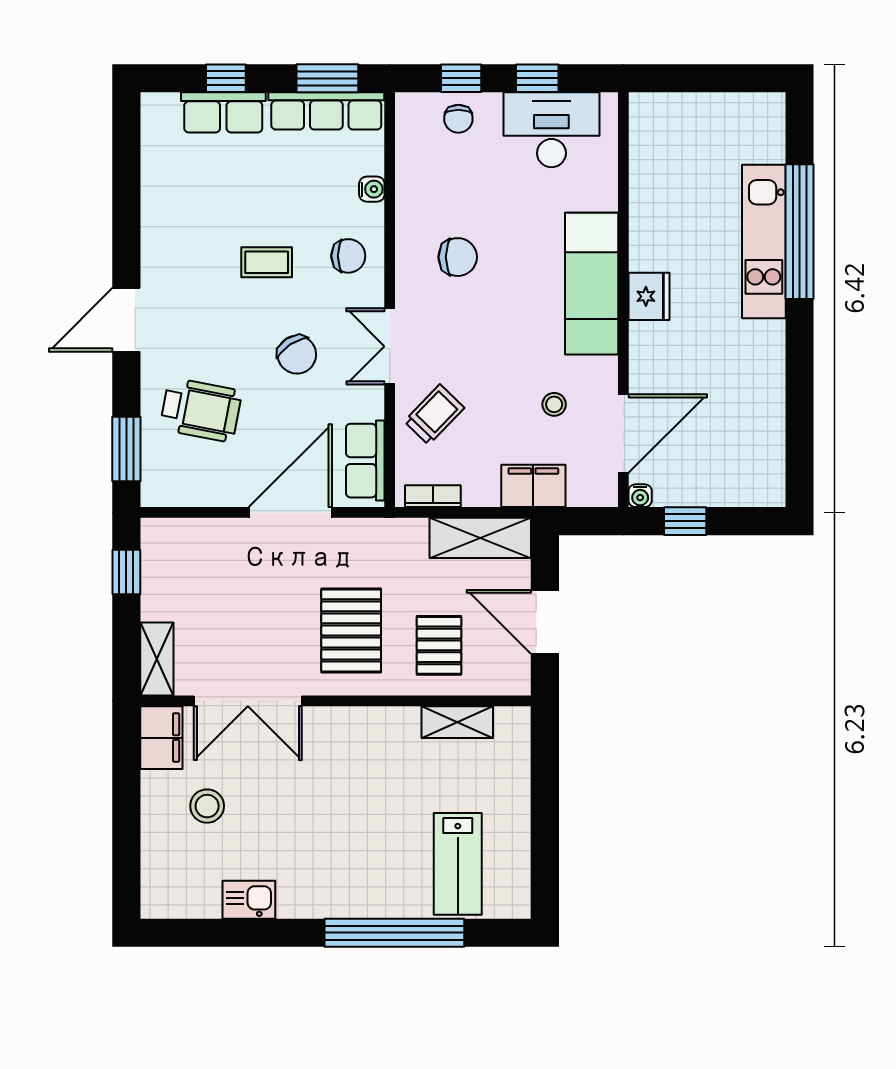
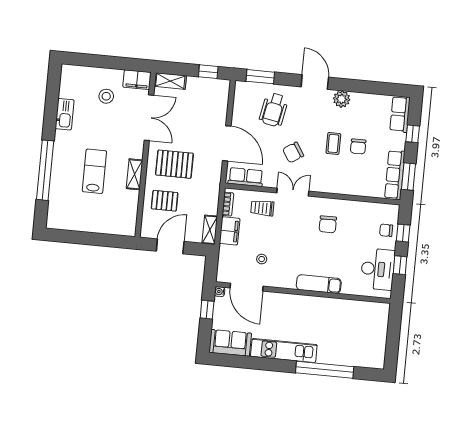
row of seats: (223, 112) -> (400, 114), moved
water cooler: (372, 189) -> (360, 191), removed
kitchen unit: (764, 241) -> (284, 351), moved
plant: (160, 253) -> (342, 99), added
chair: (348, 256) -> (358, 146), moved
exam couch: (592, 284) -> (319, 284), width x0.73, depth x0.69
fridge: (649, 296) -> (303, 304), removed
trolley: (434, 415) -> (262, 208), turned 136
sofa: (758, 459) -> (230, 343), added
filing cabinet: (533, 486) -> (230, 231), moved
shelving: (480, 538) -> (210, 230), width x0.67, depth x0.75
double door: (248, 701) -> (149, 118), swing flipped
shelving: (457, 722) -> (134, 174), moved
lab bench: (458, 864) -> (94, 171), moved, turned 90
kitchen sink: (249, 900) -> (65, 114), width x1.38

